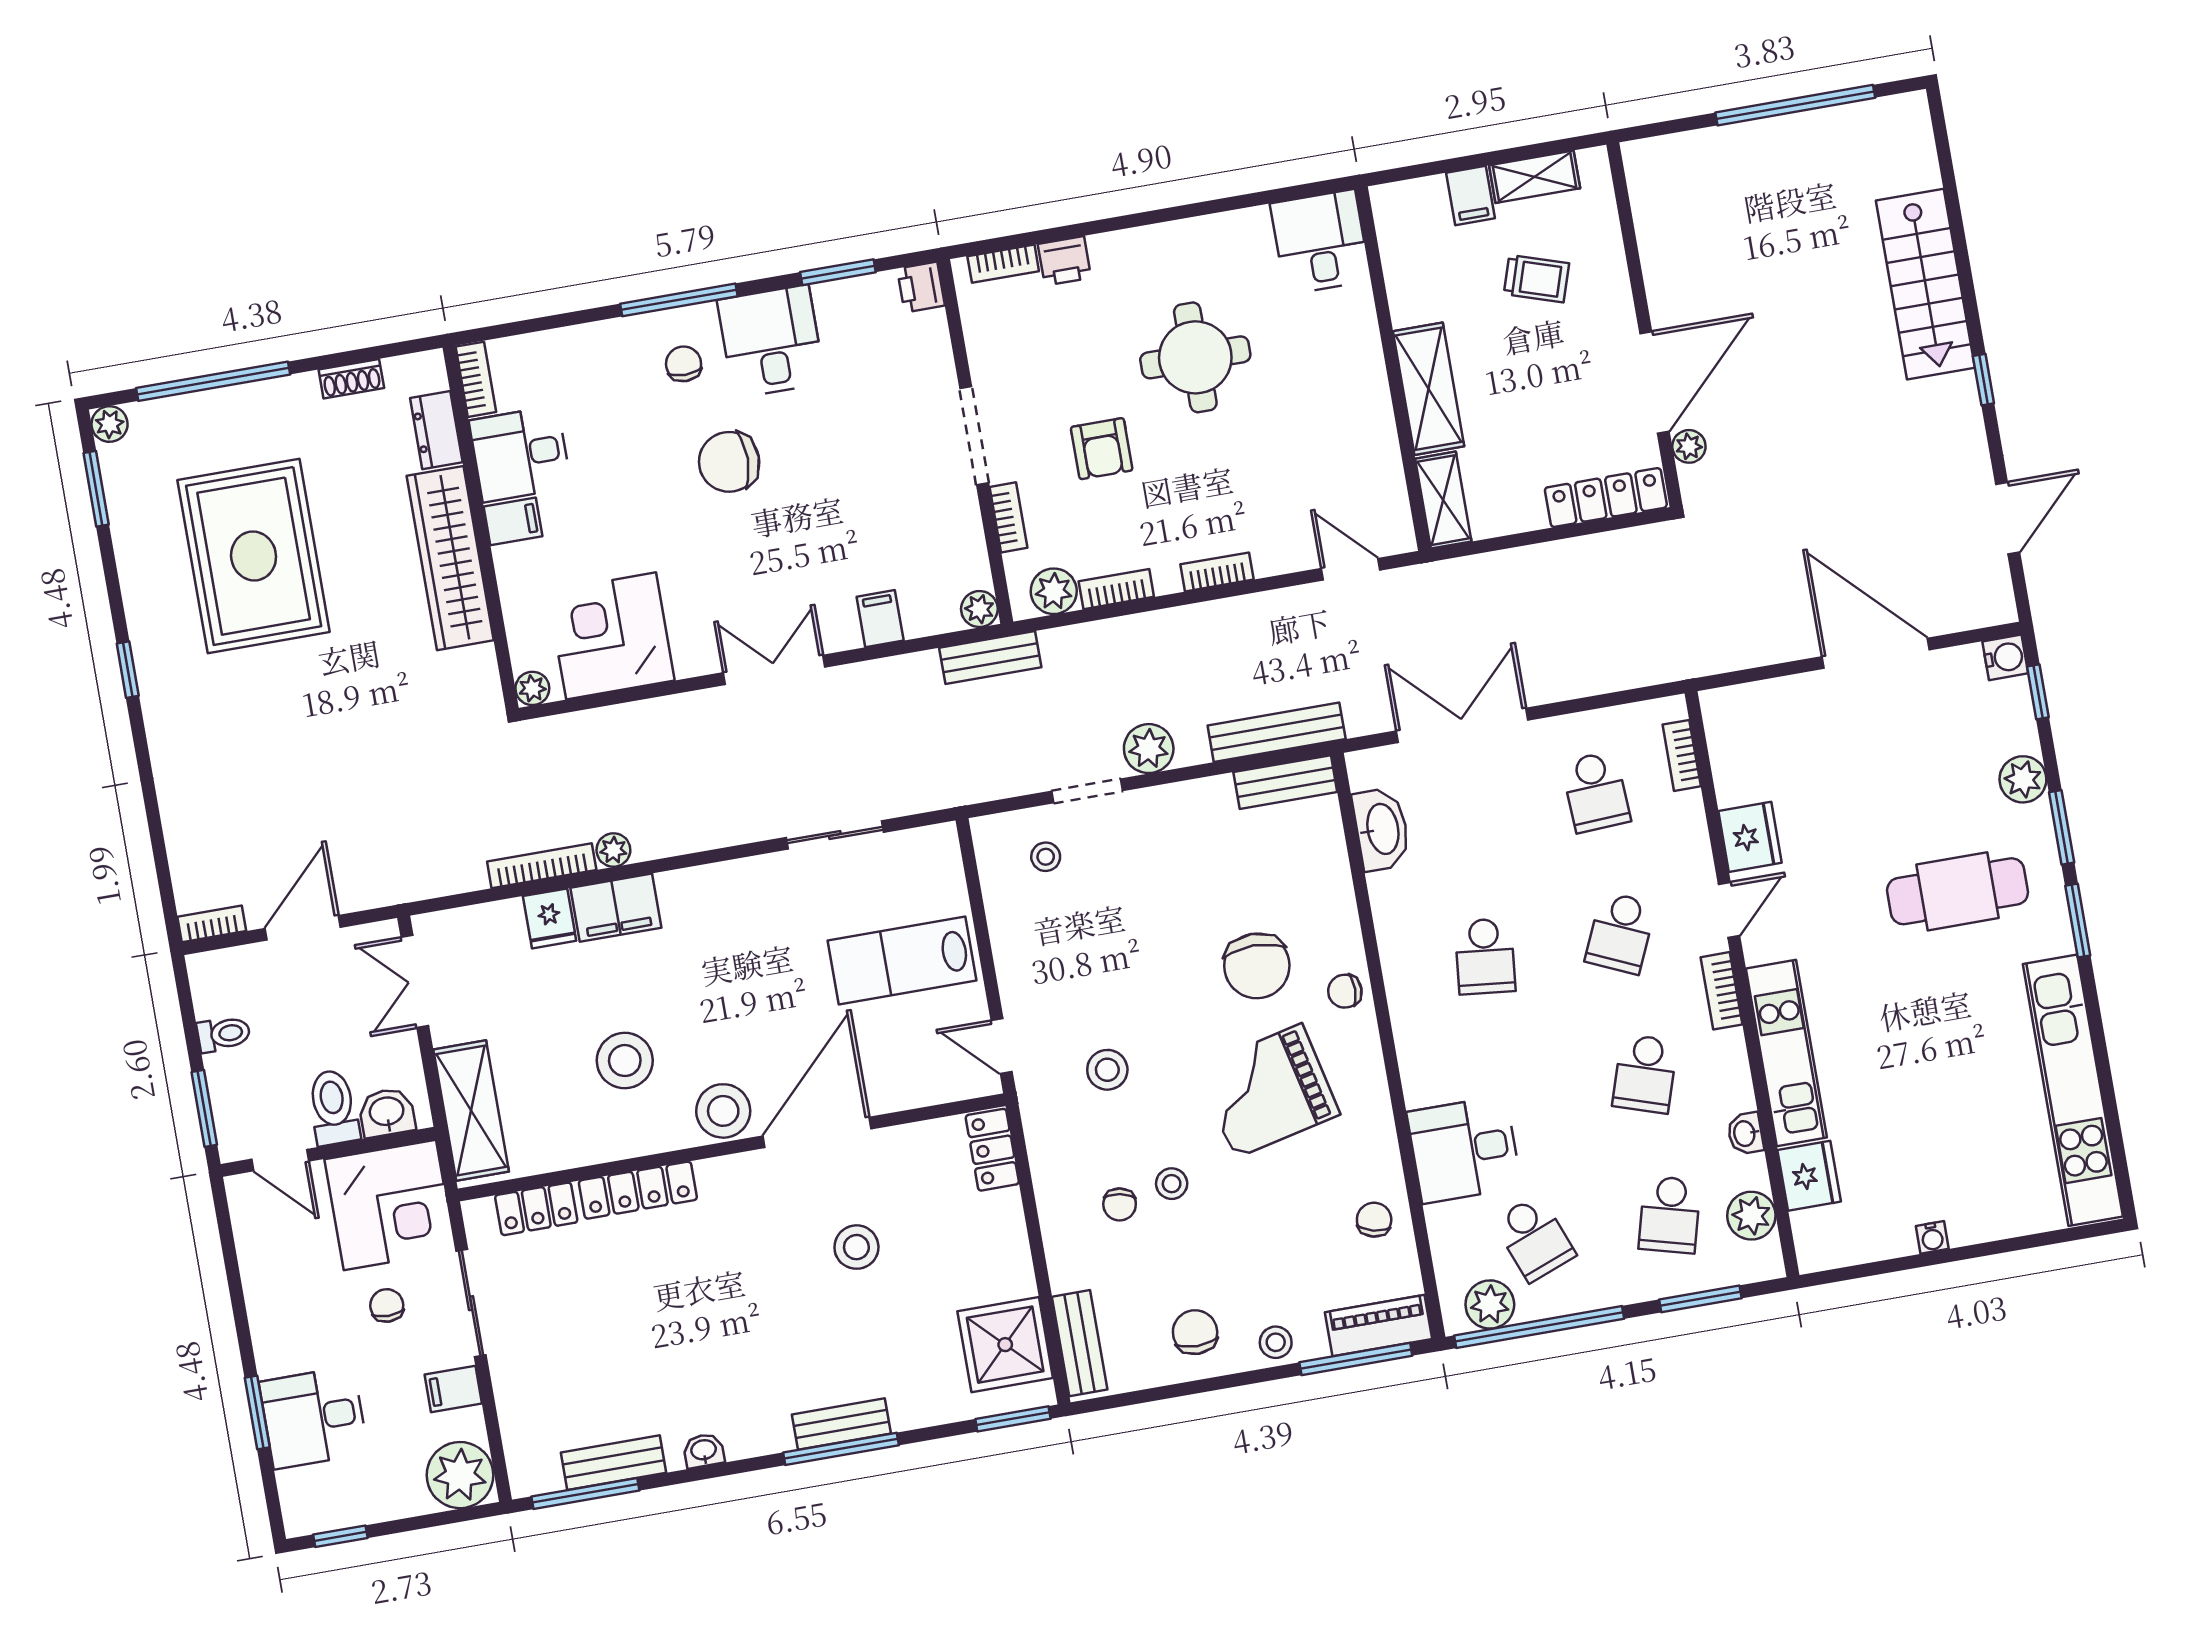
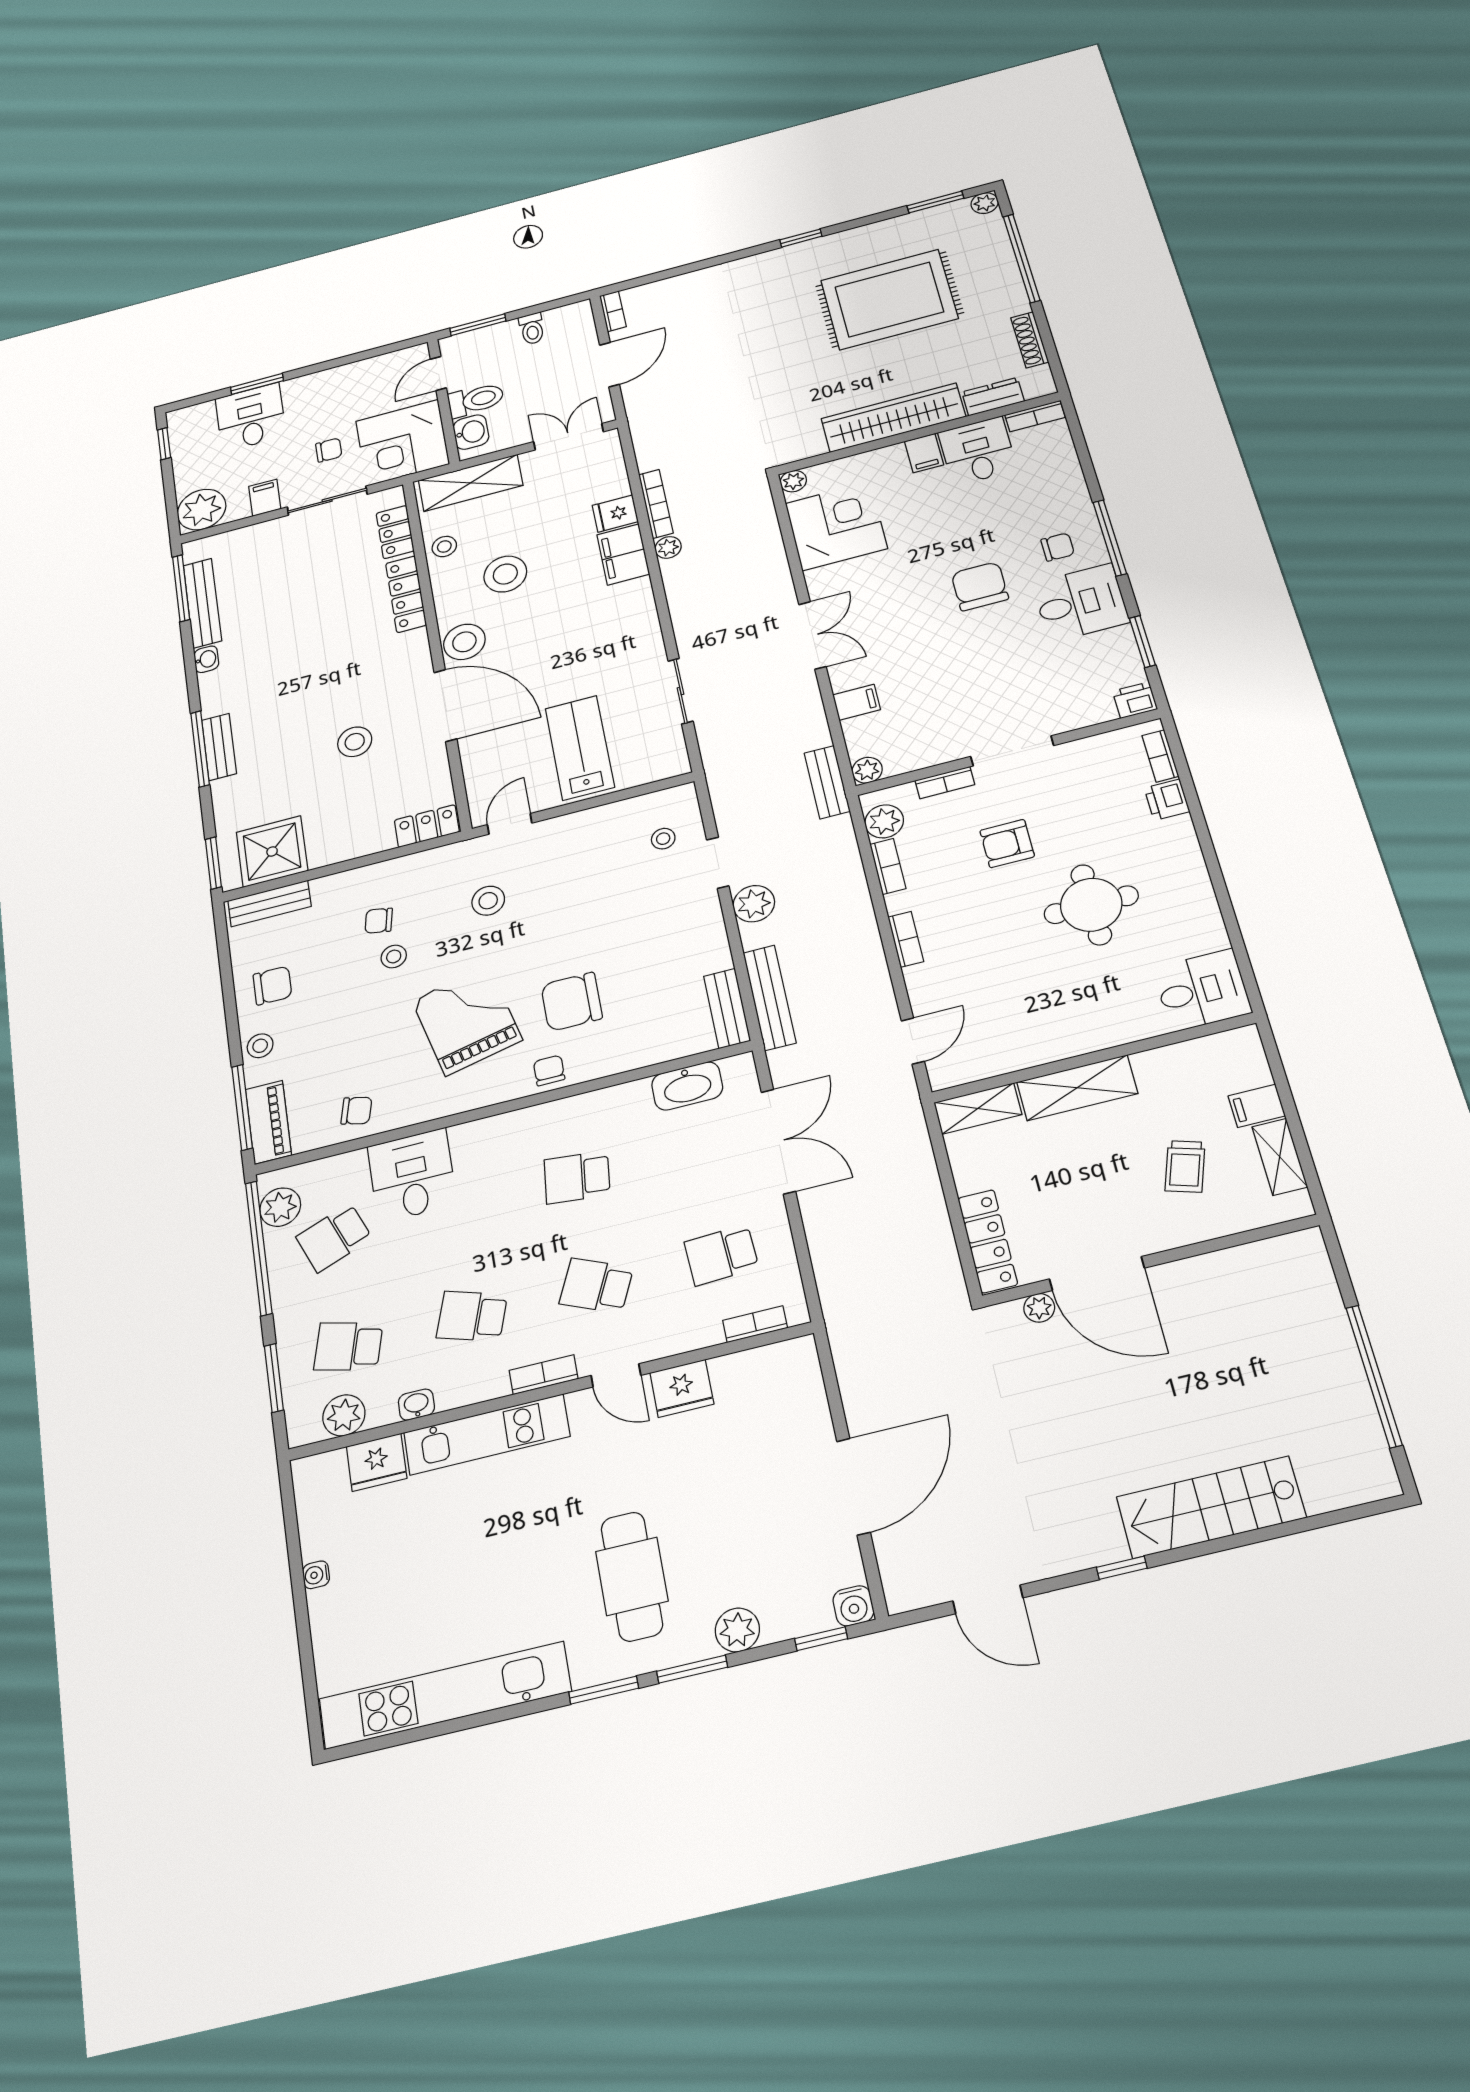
shoe rack: (351, 379) -> (1030, 340), width x1.43
door: (303, 928) -> (609, 365), hinge flipped
stool: (569, 1142) -> (444, 546), added
bench: (614, 1463) -> (202, 603), width x1.36

